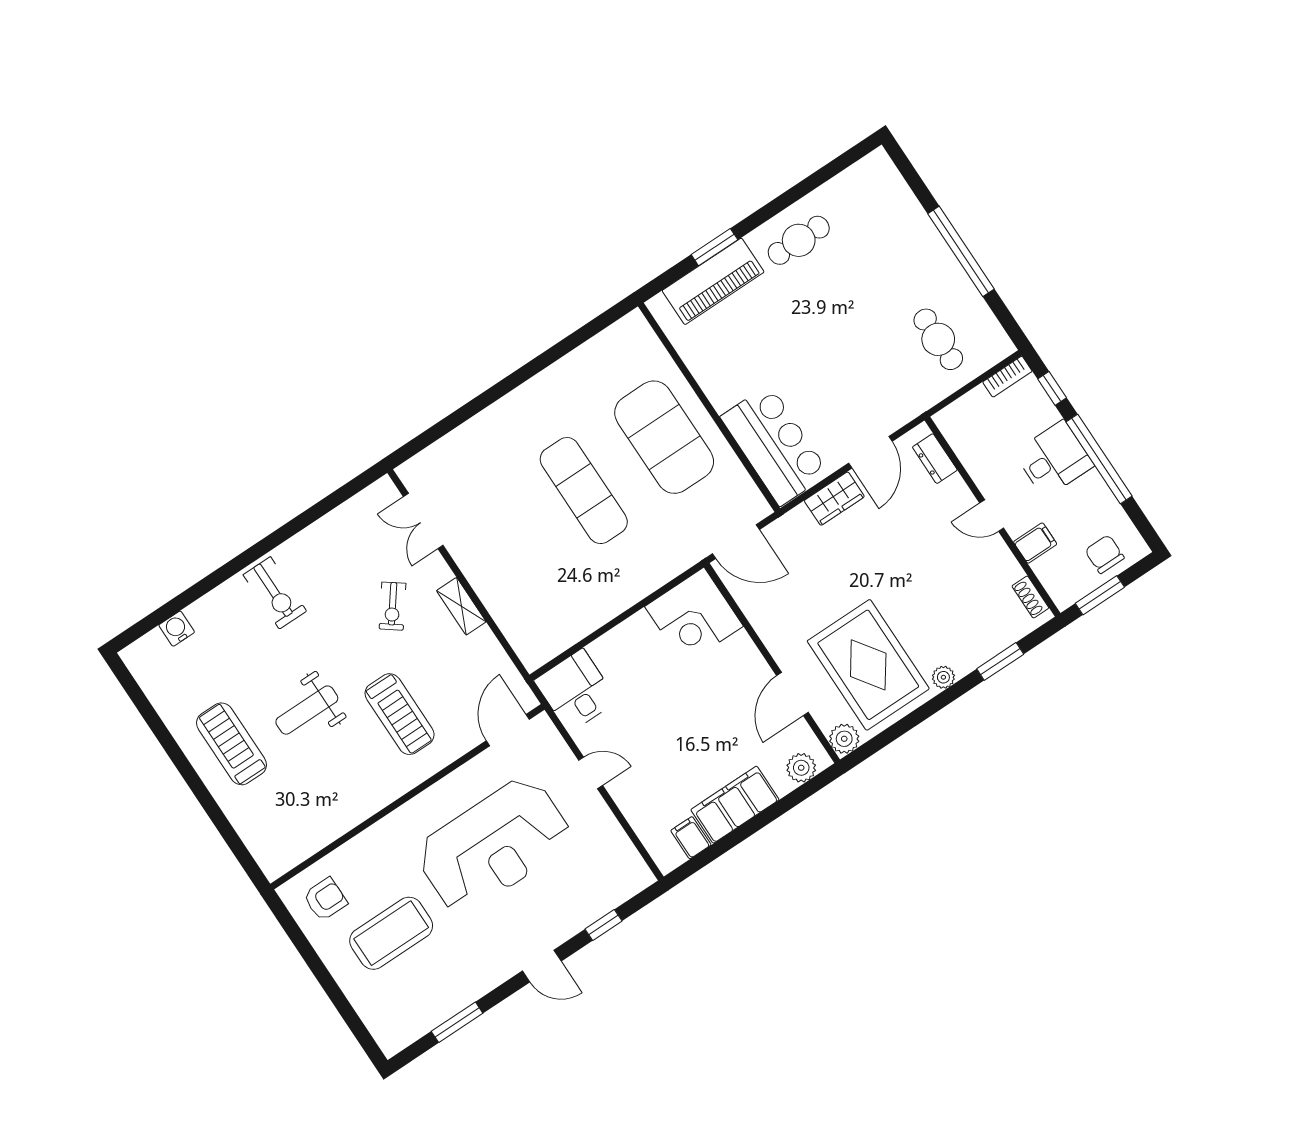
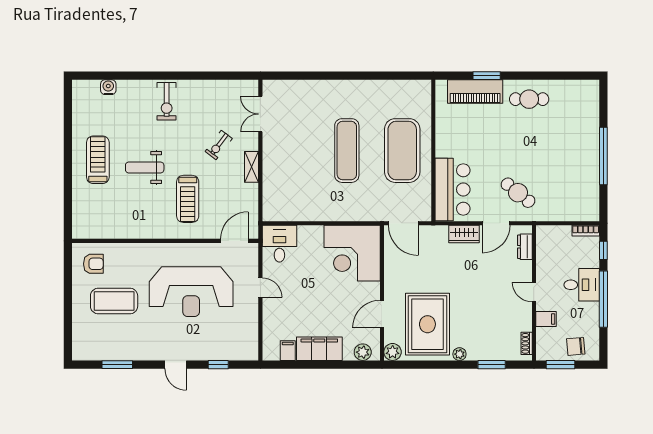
cafe table: (938, 339) -> (518, 193), moved, turned -51
chair: (1105, 554) -> (576, 346), turned -95
corner desk: (694, 616) -> (352, 253), width x1.36, depth x1.36

